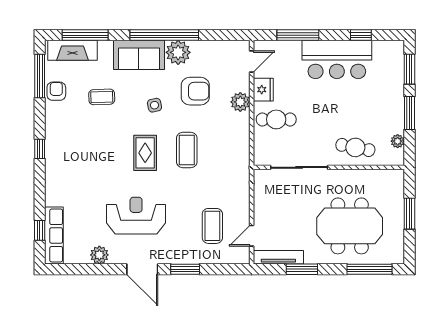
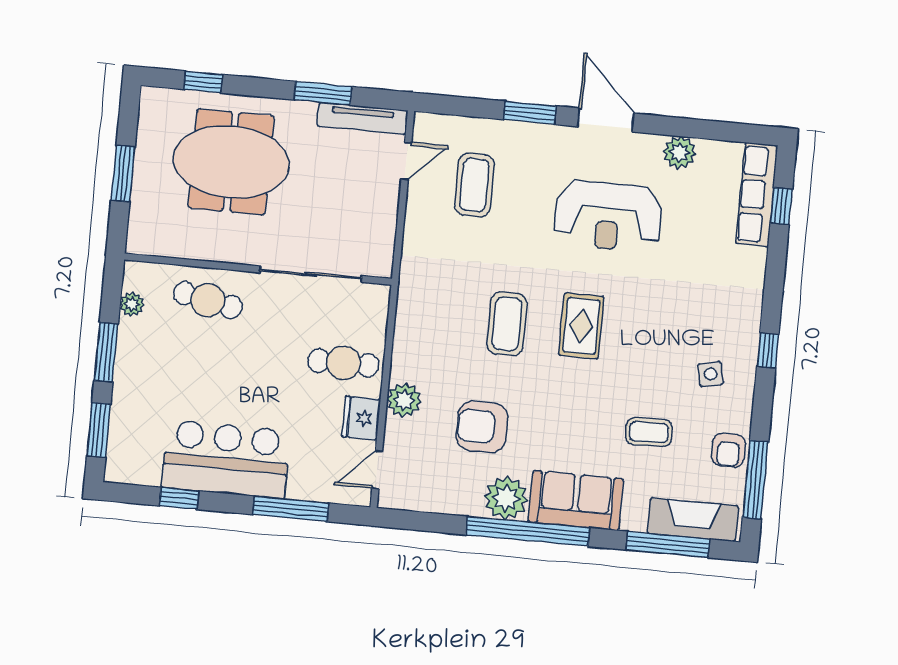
side table: (154, 105) -> (710, 374), moved
window: (370, 269) -> (203, 82), width x0.46

